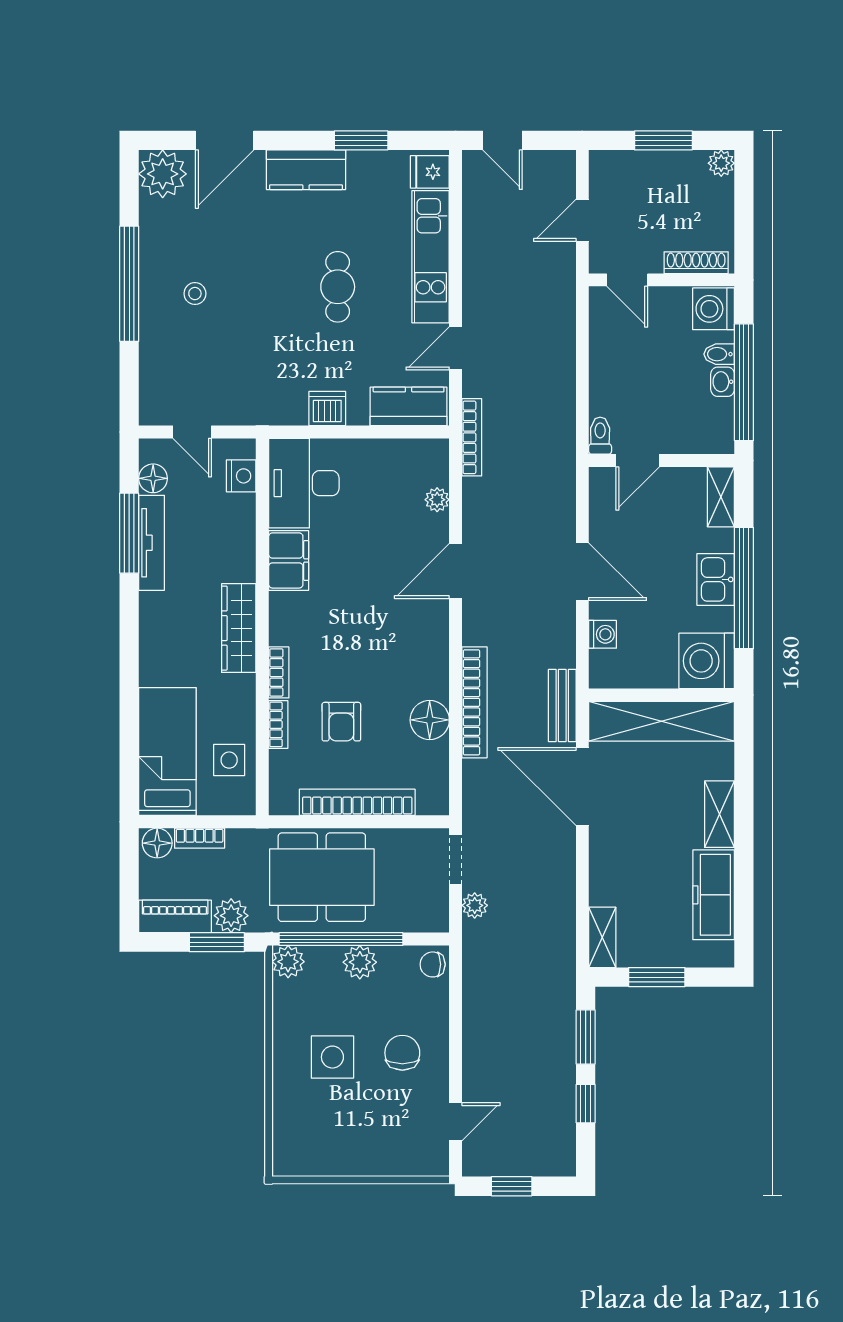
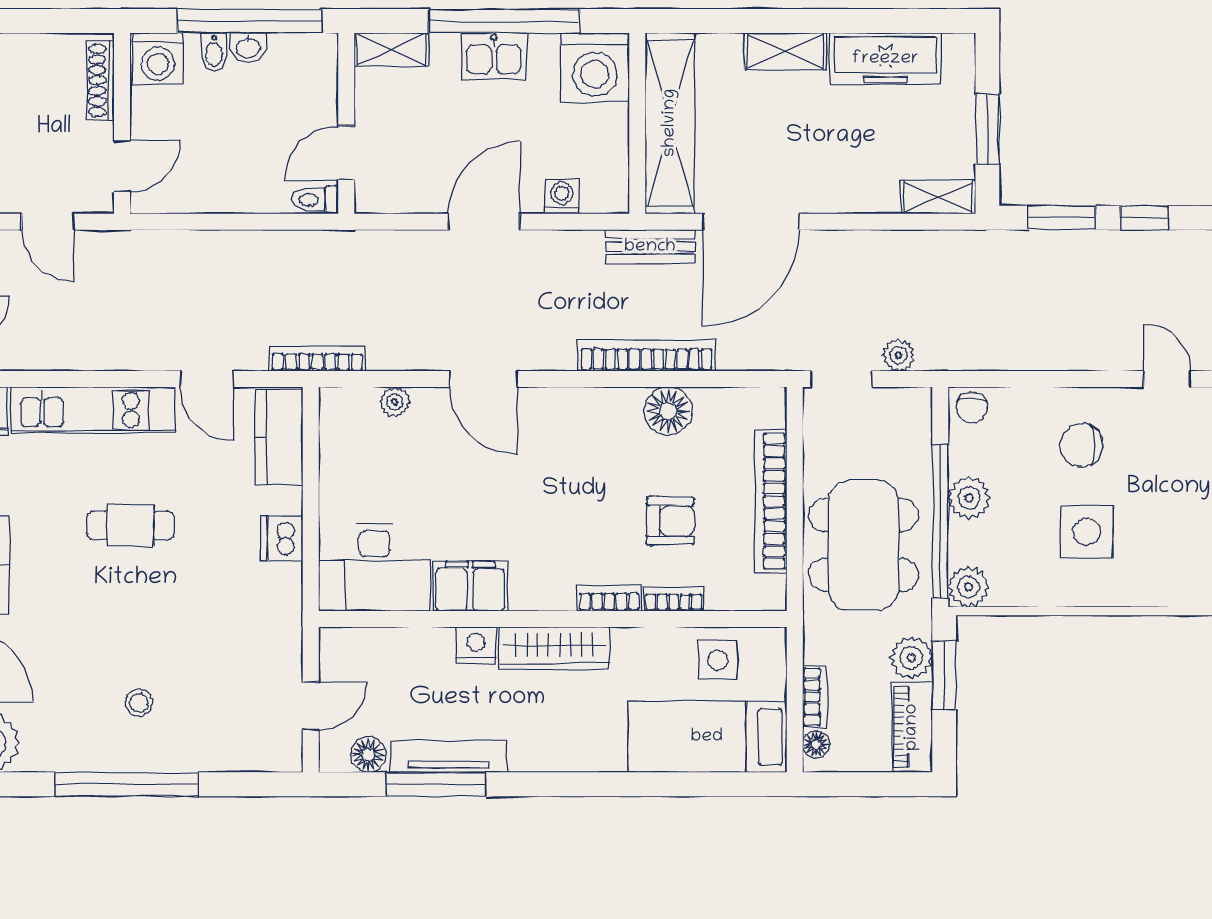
door: (638, 461) -> (346, 153), swing flipped
nightstand: (241, 476) -> (476, 645), moved
floor lamp: (157, 843) -> (816, 744), width x0.73, depth x0.73

